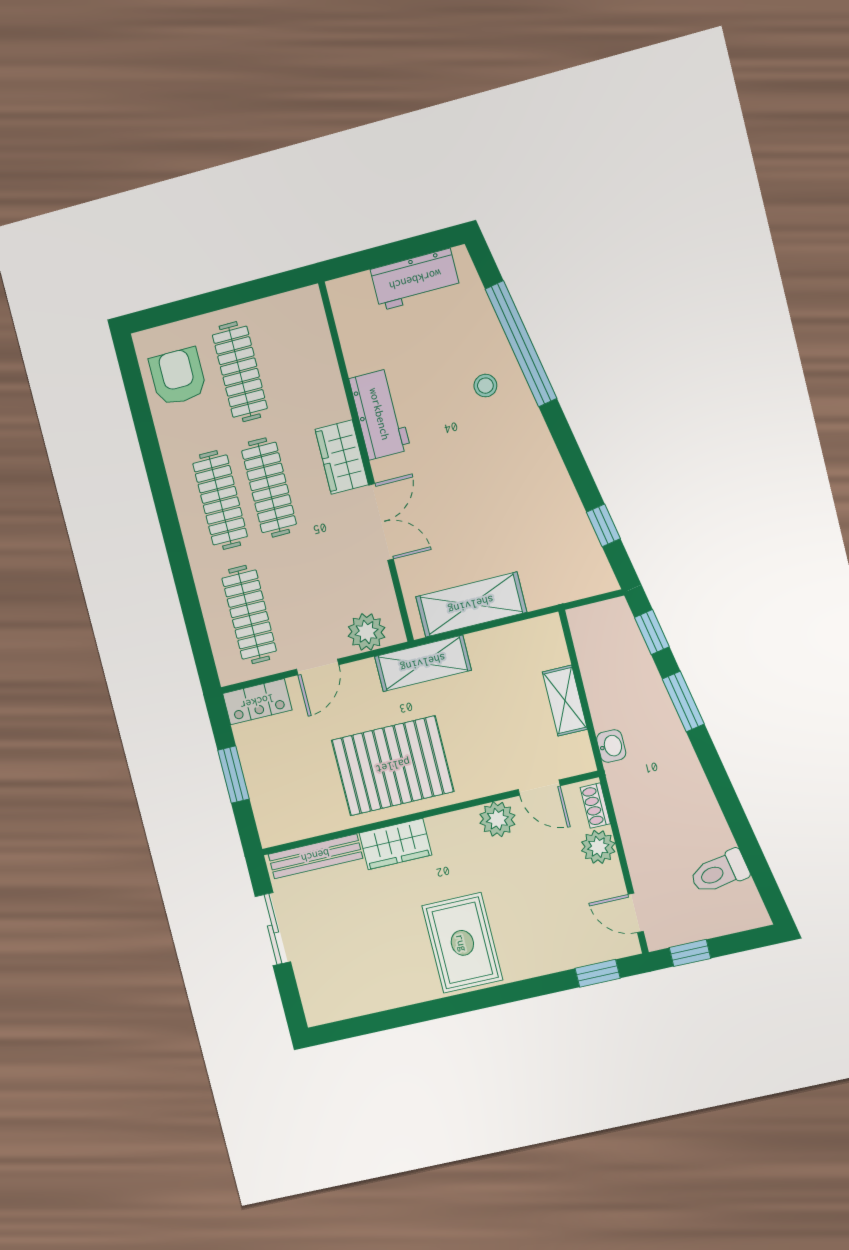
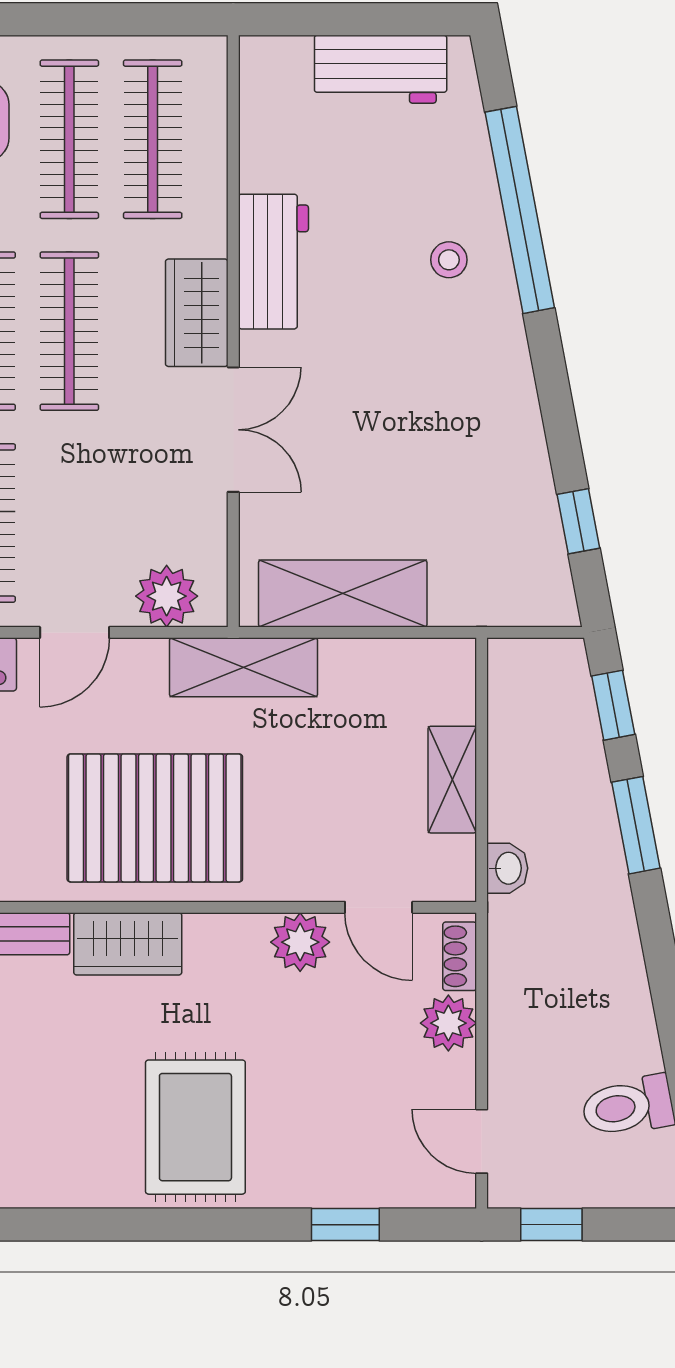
clothes rail: (289, 359) -> (153, 139), added
window: (598, 973) -> (345, 1225), moved

